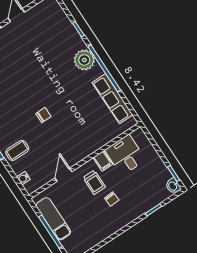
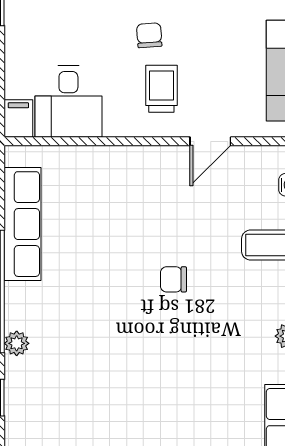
plant: (84, 60) -> (17, 343), width x0.53, depth x0.53
filing cabinet: (103, 161) -> (18, 119), moved

